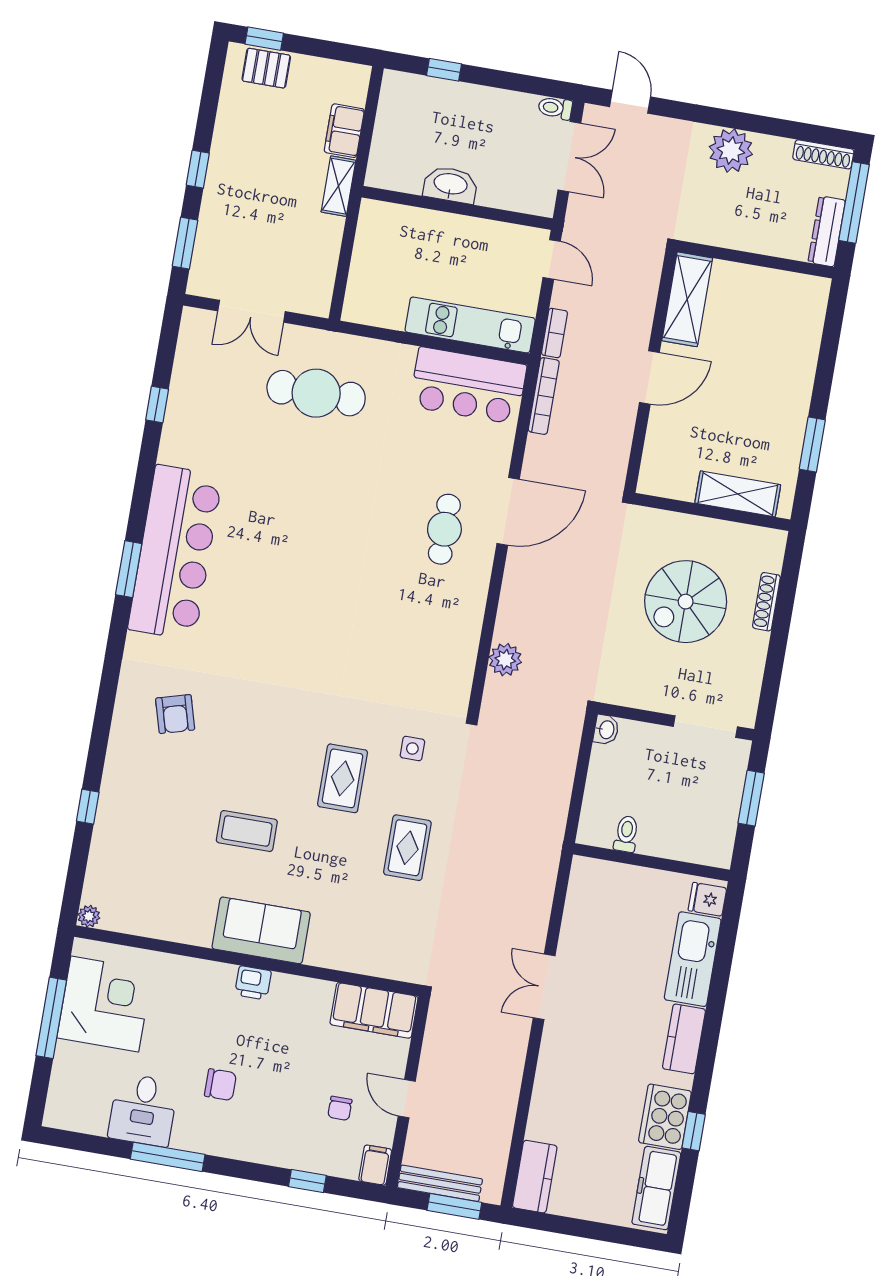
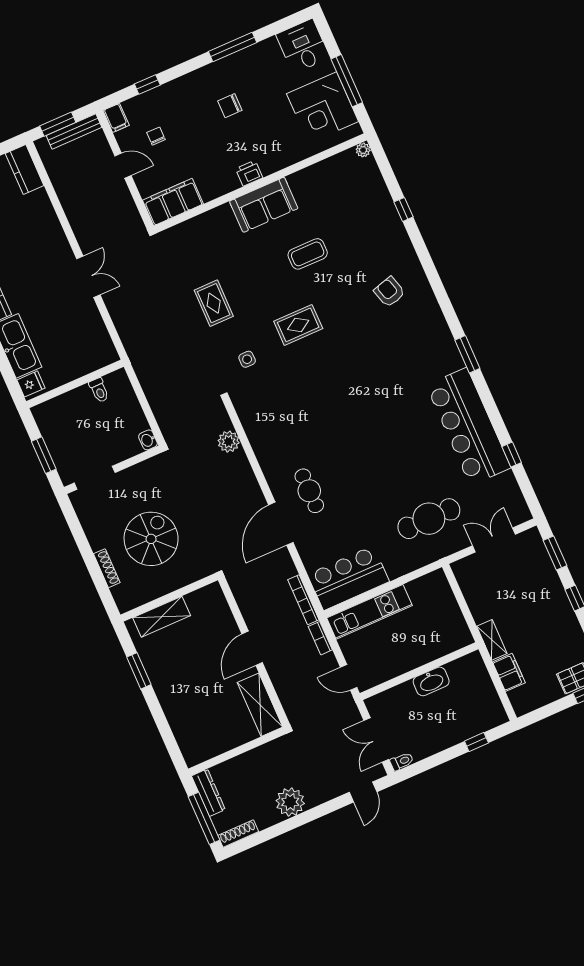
door: (630, 102) -> (363, 792), hinge flipped
bar counter: (175, 552) -> (468, 427), moved
rug: (343, 778) -> (298, 325), moved, turned 90
desk: (143, 1110) -> (303, 46), moved

